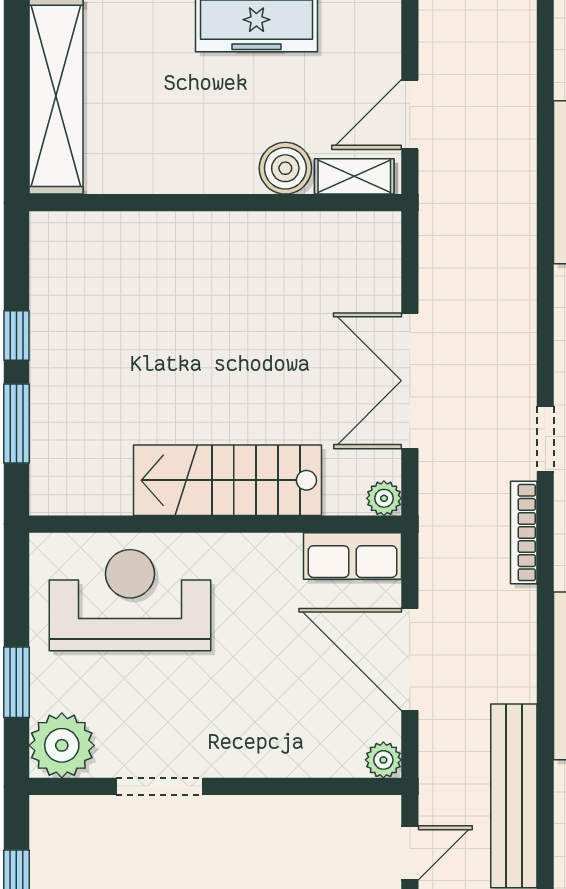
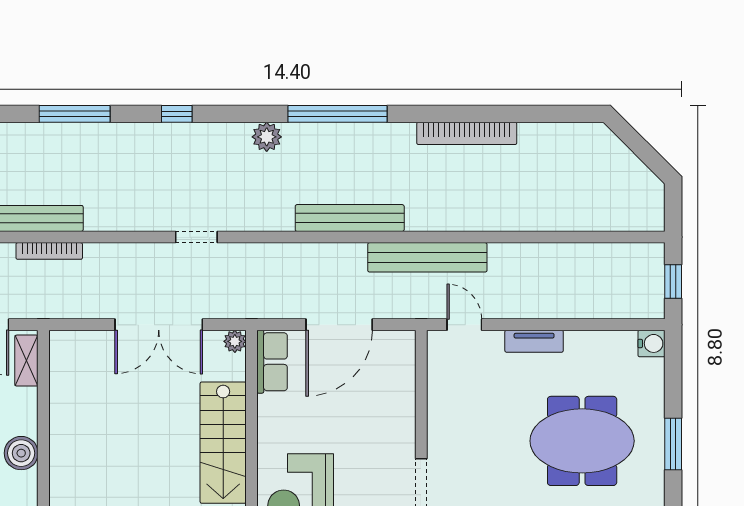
boiler: (285, 168) -> (21, 453), moved
bookcase: (524, 533) -> (49, 251), moved
plant: (383, 760) -> (404, 342), removed

